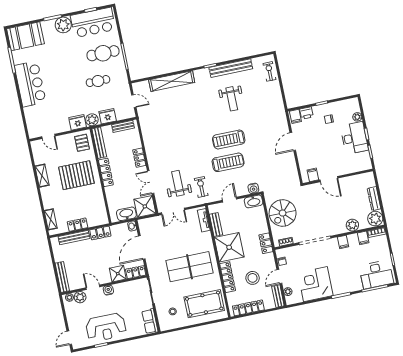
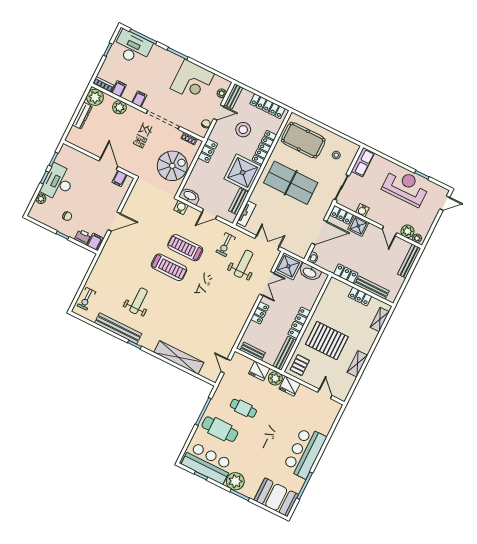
weight bench: (178, 183) -> (244, 264), turned 180
water cooler: (108, 290) -> (362, 210), moved

